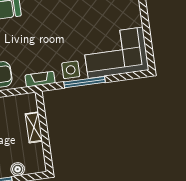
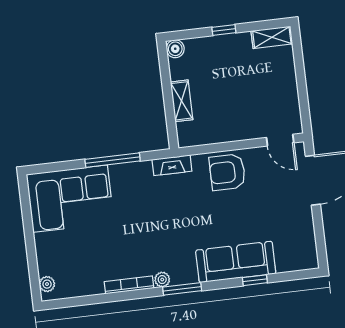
side table: (71, 70) -> (131, 177), removed
boiler: (18, 169) -> (175, 49), moved

